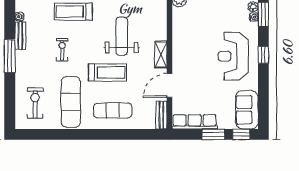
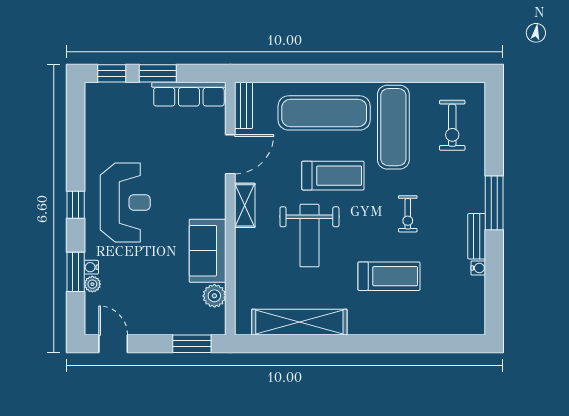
treadmill: (107, 73) -> (333, 176), turned 180
exercise mat: (113, 110) -> (324, 113), width x1.36, depth x1.45
sofa: (247, 110) -> (208, 251), moved, turned 180

